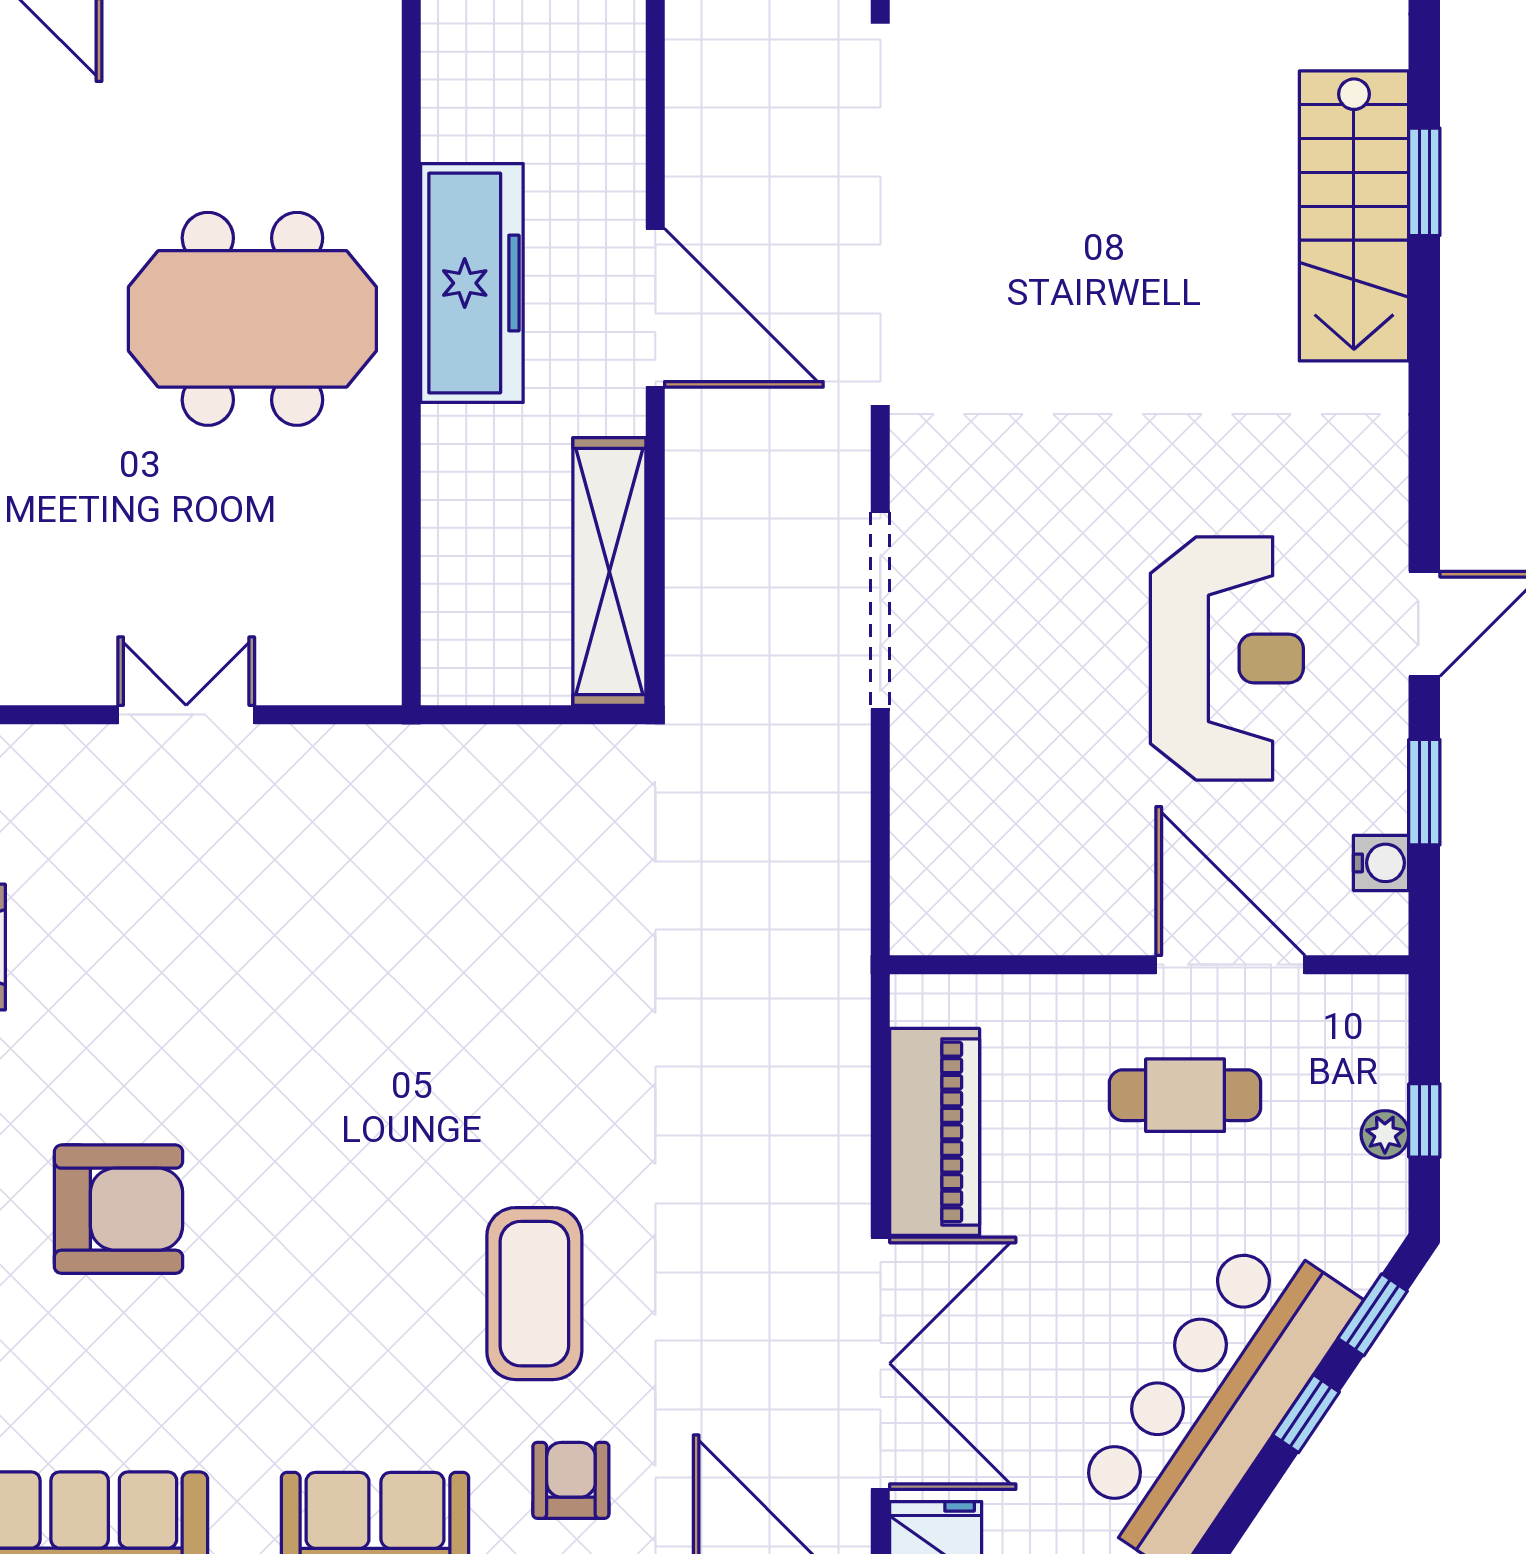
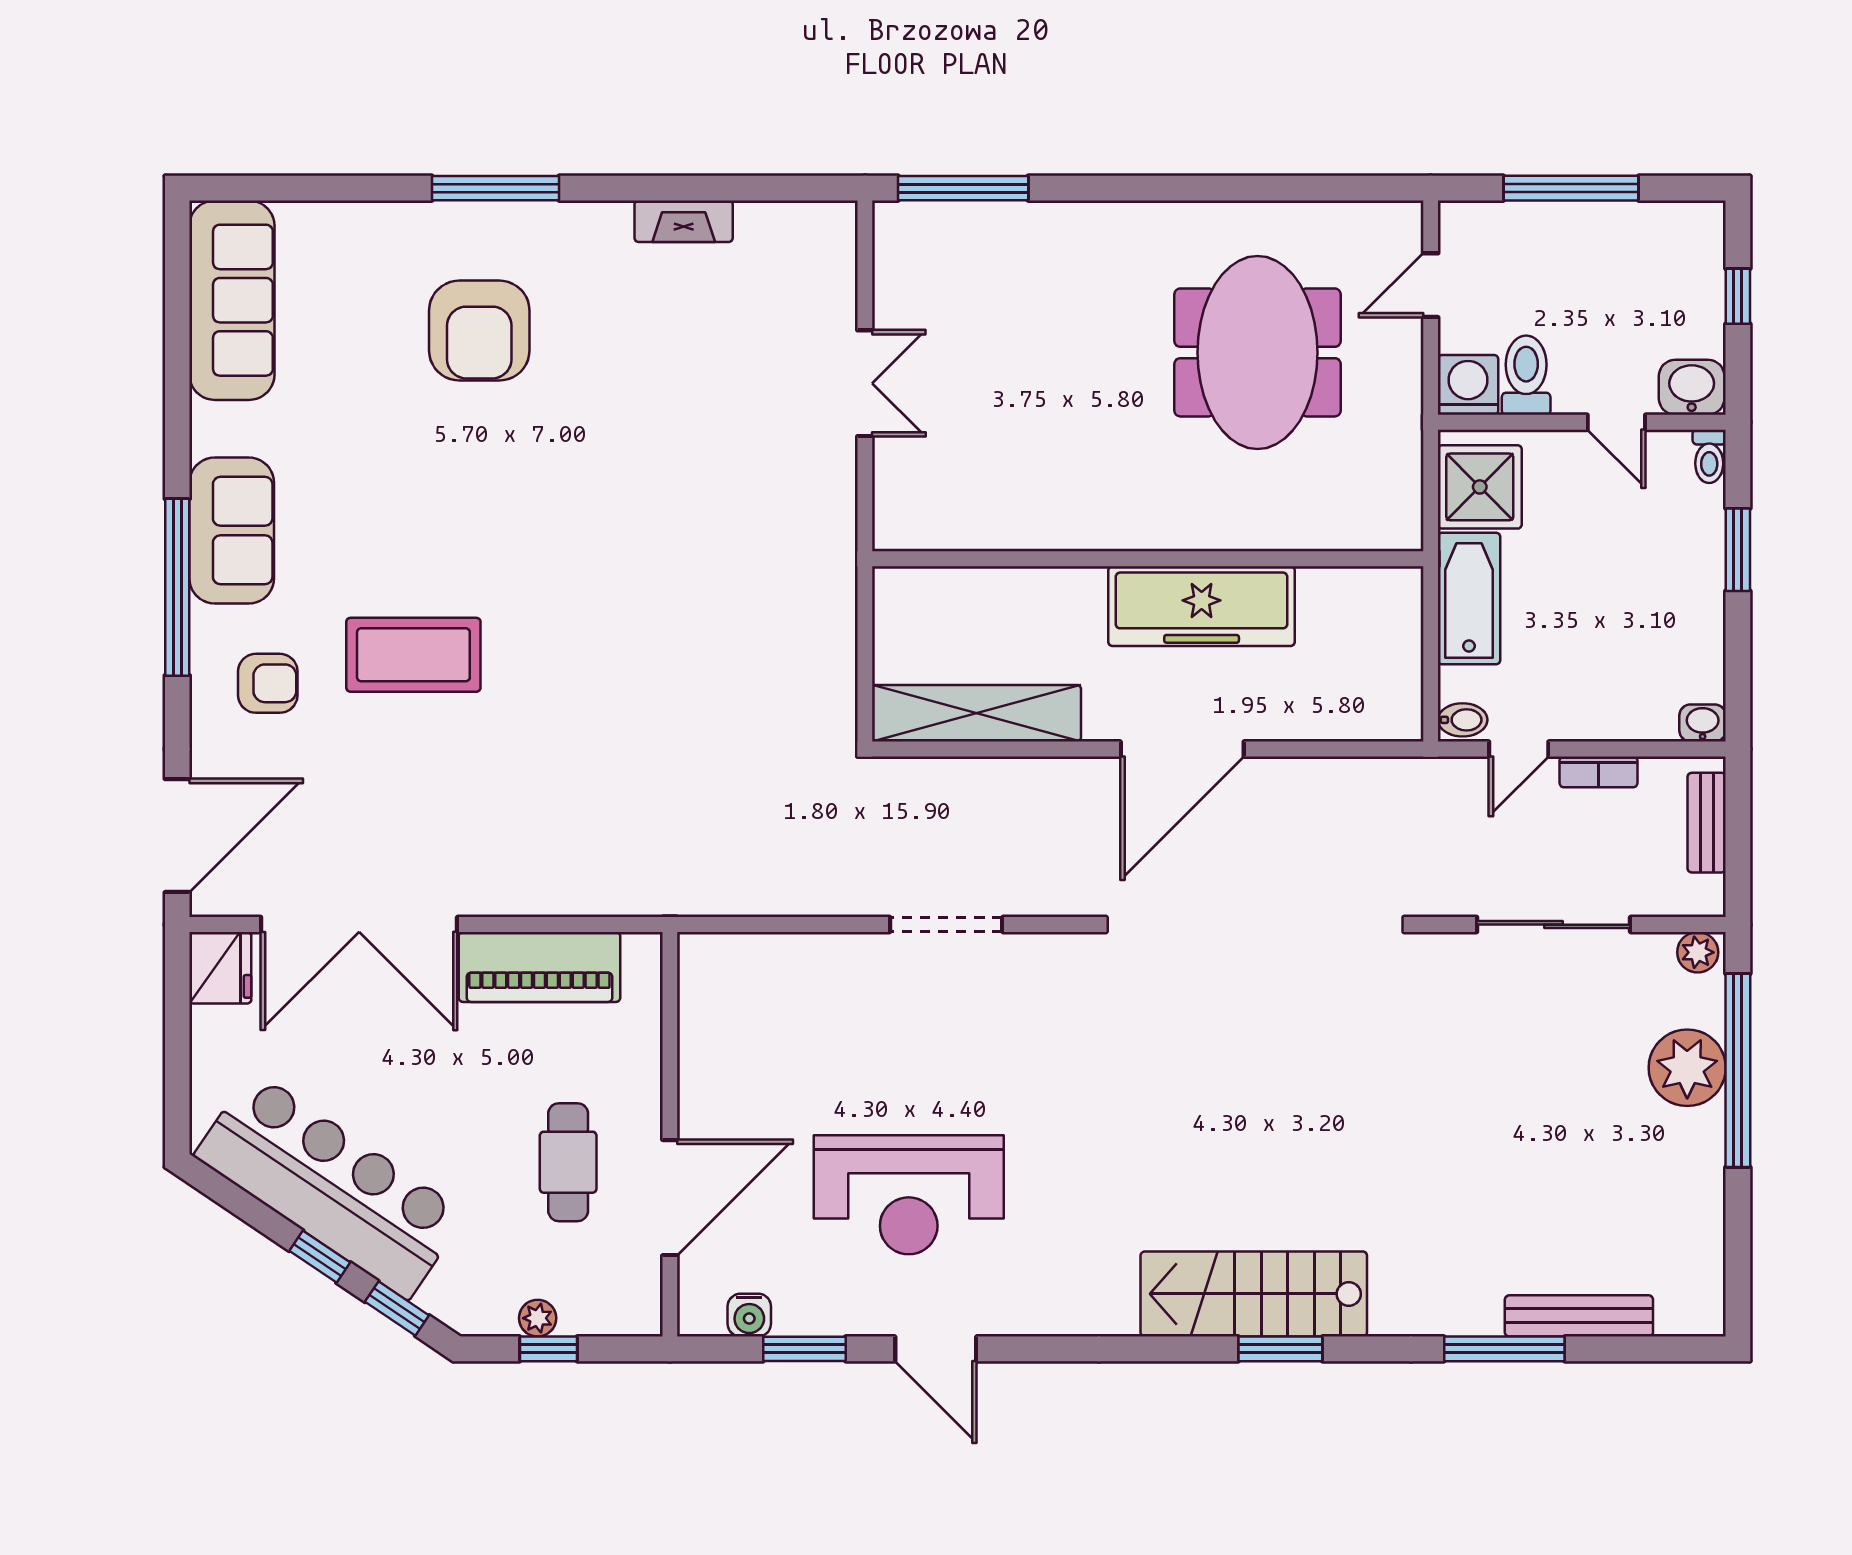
meeting table: (252, 319) -> (1258, 352), moved
doorway: (880, 610) -> (946, 925), width x0.73

